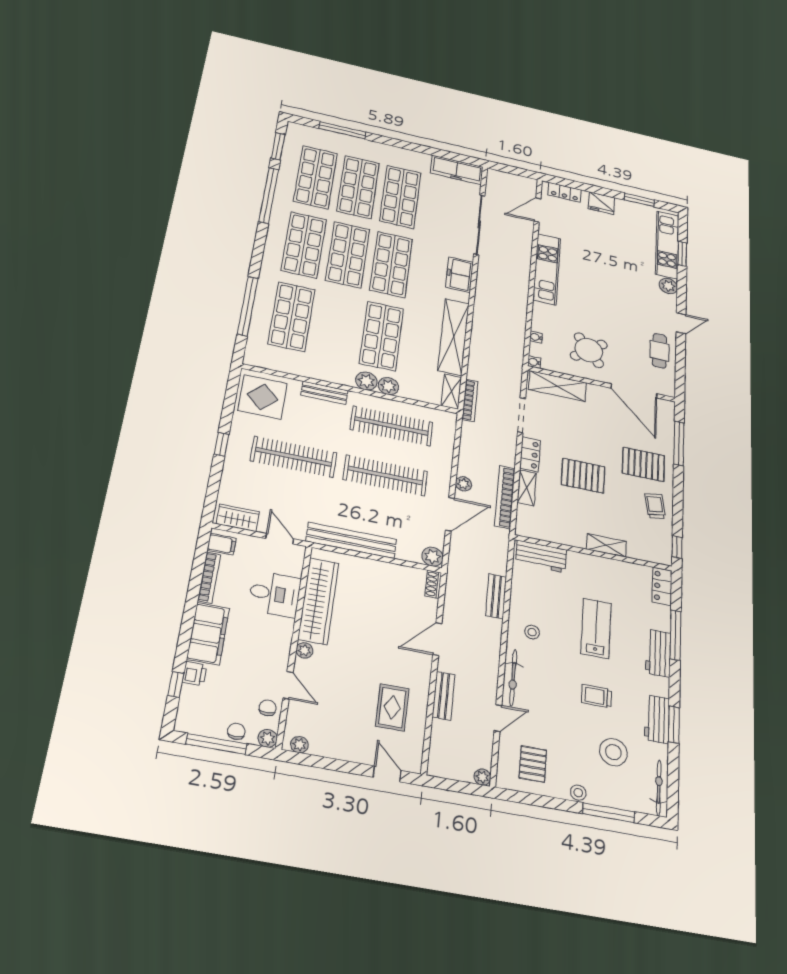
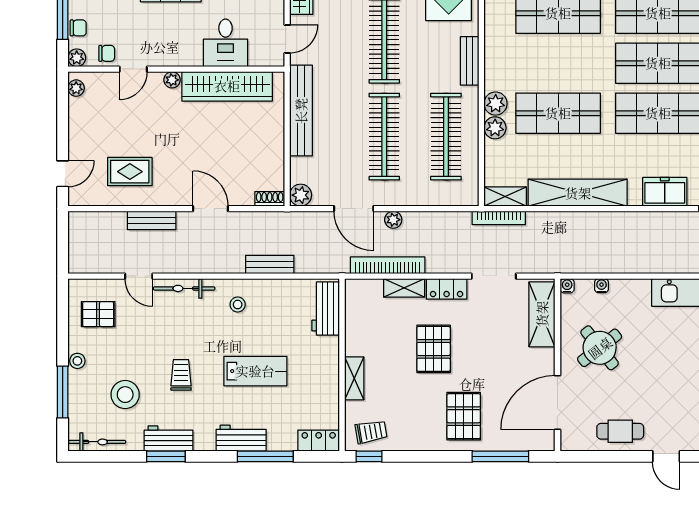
trolley: (655, 506) -> (371, 432), moved
plant: (482, 777) -> (76, 266), removed

